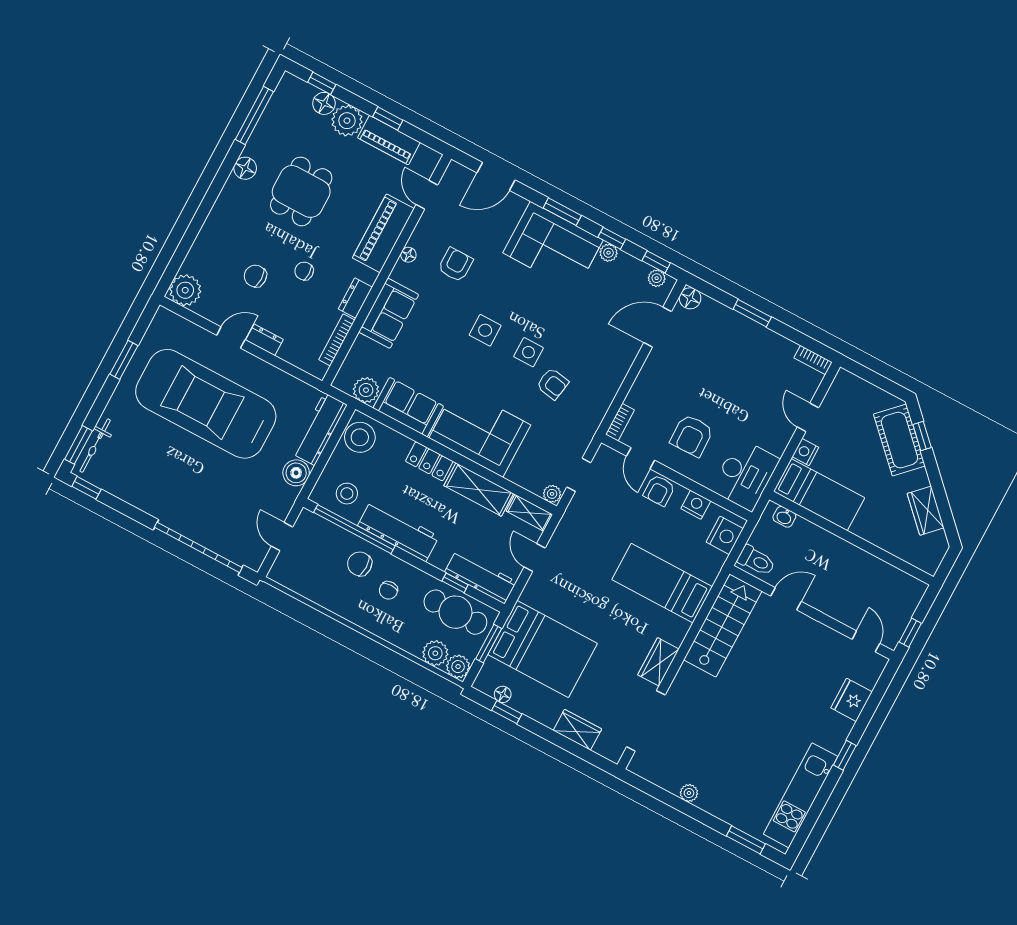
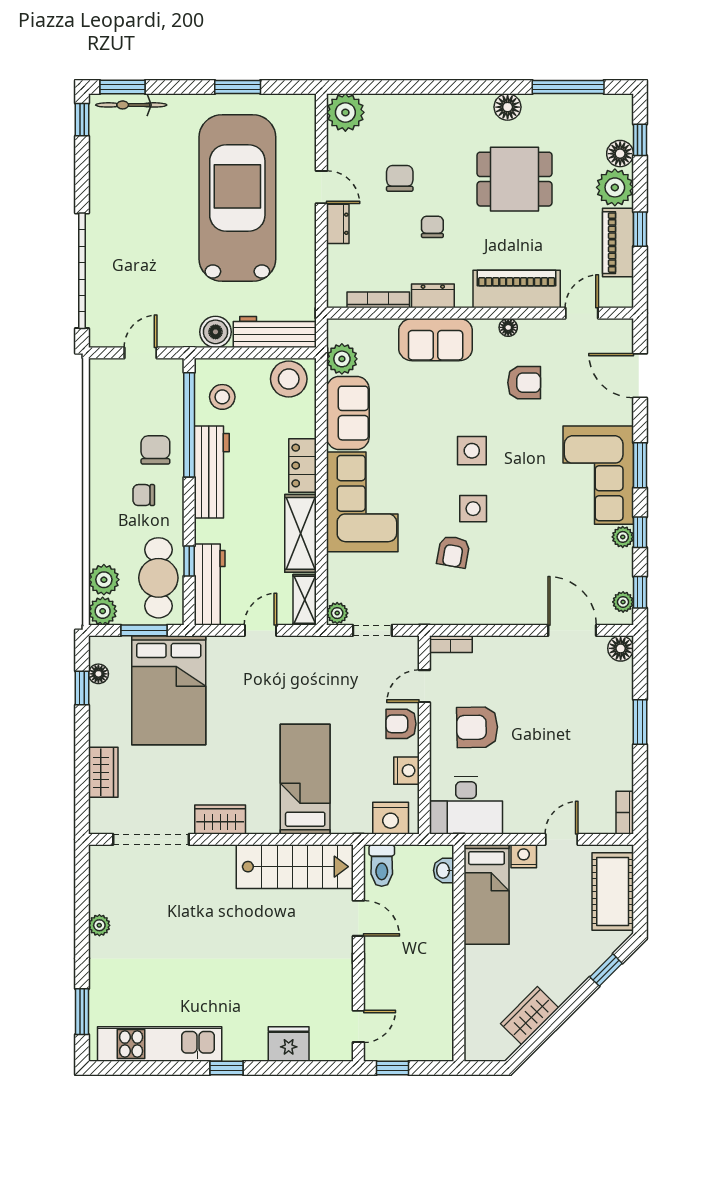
cot: (899, 440) -> (613, 892), moved, turned -45

